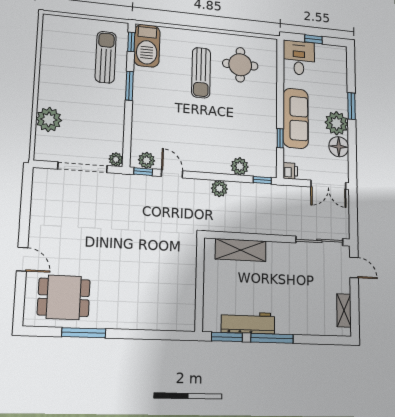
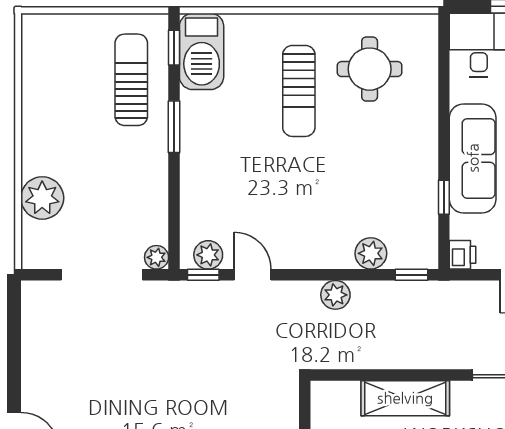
shelving: (241, 250) -> (405, 398), moved

